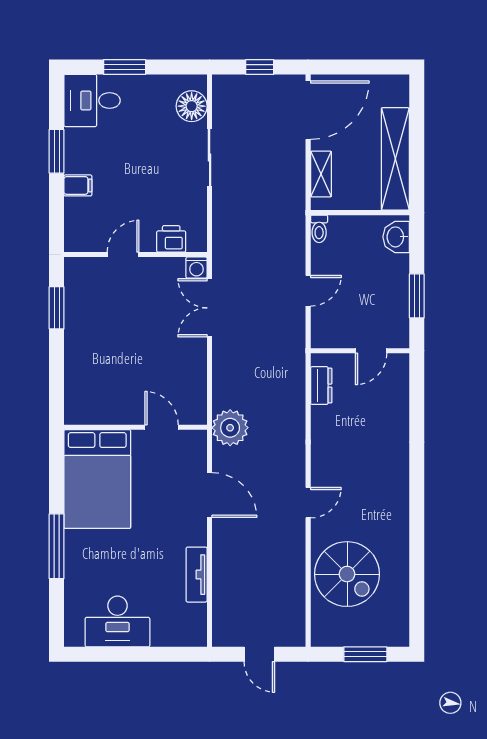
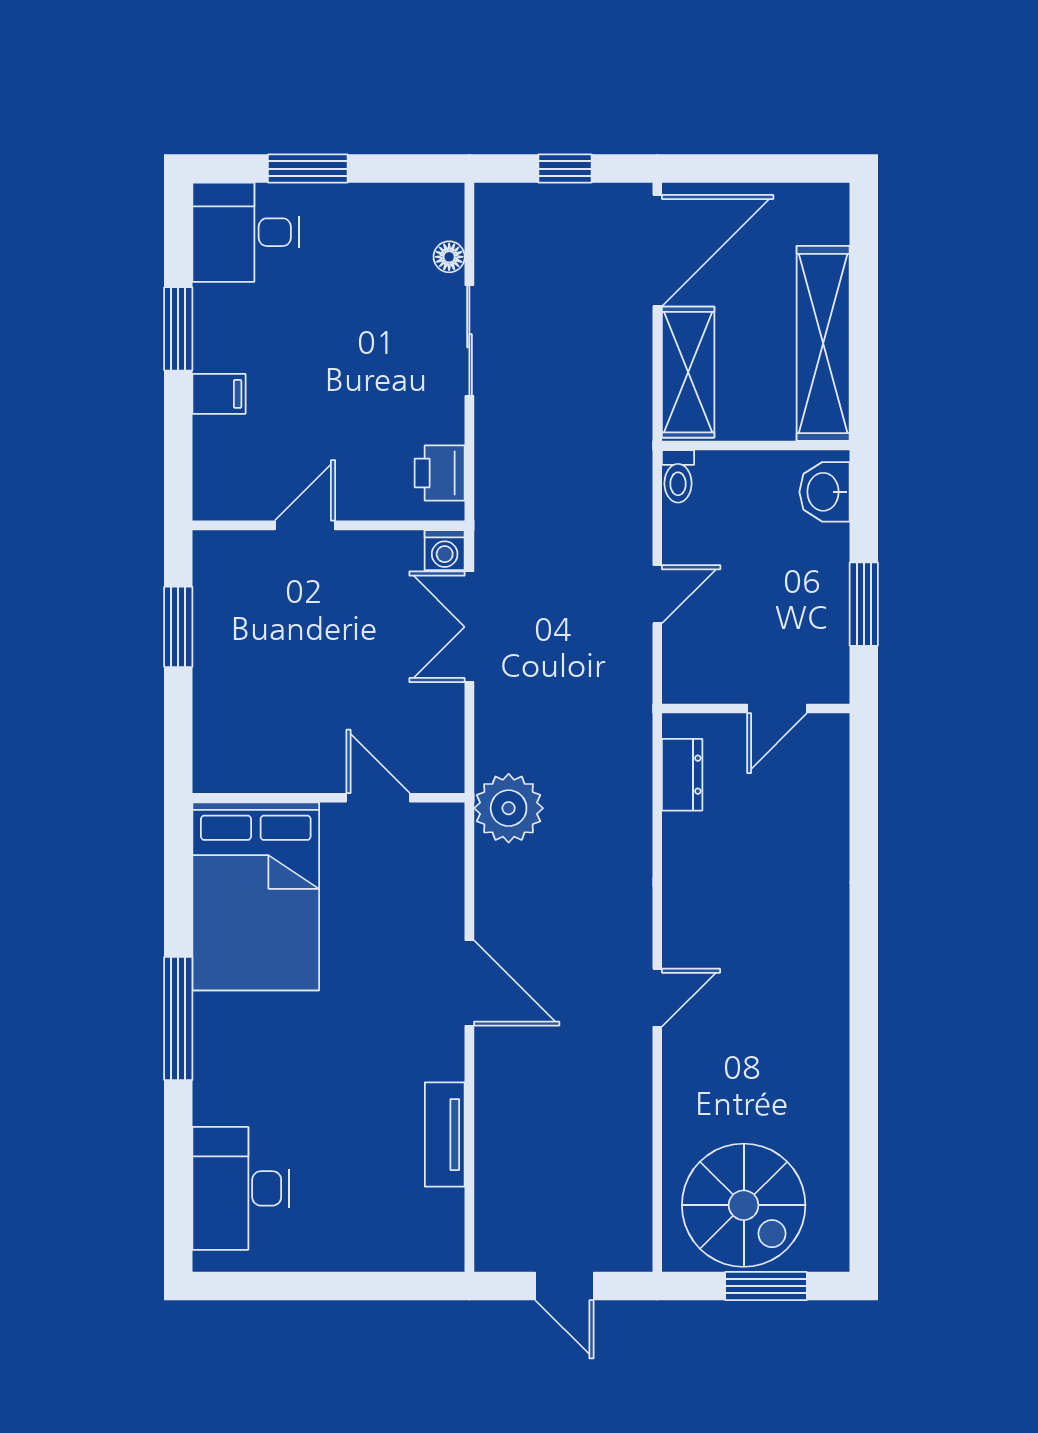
floor lamp: (192, 106) -> (449, 257), width x0.53, depth x0.53
shelving: (321, 174) -> (688, 372), width x1.50, depth x1.33
printer: (171, 239) -> (440, 473), moved, turned -90
wall: (135, 427) -> (329, 798), moved
door: (162, 427) -> (378, 798), moved
plant: (230, 428) -> (509, 808), moved
bed: (97, 479) -> (256, 896), moved
window: (57, 546) -> (178, 1019), moved
spiral stairs: (347, 574) -> (744, 1205), moved
desk: (117, 621) -> (241, 1188), moved, turned 90

